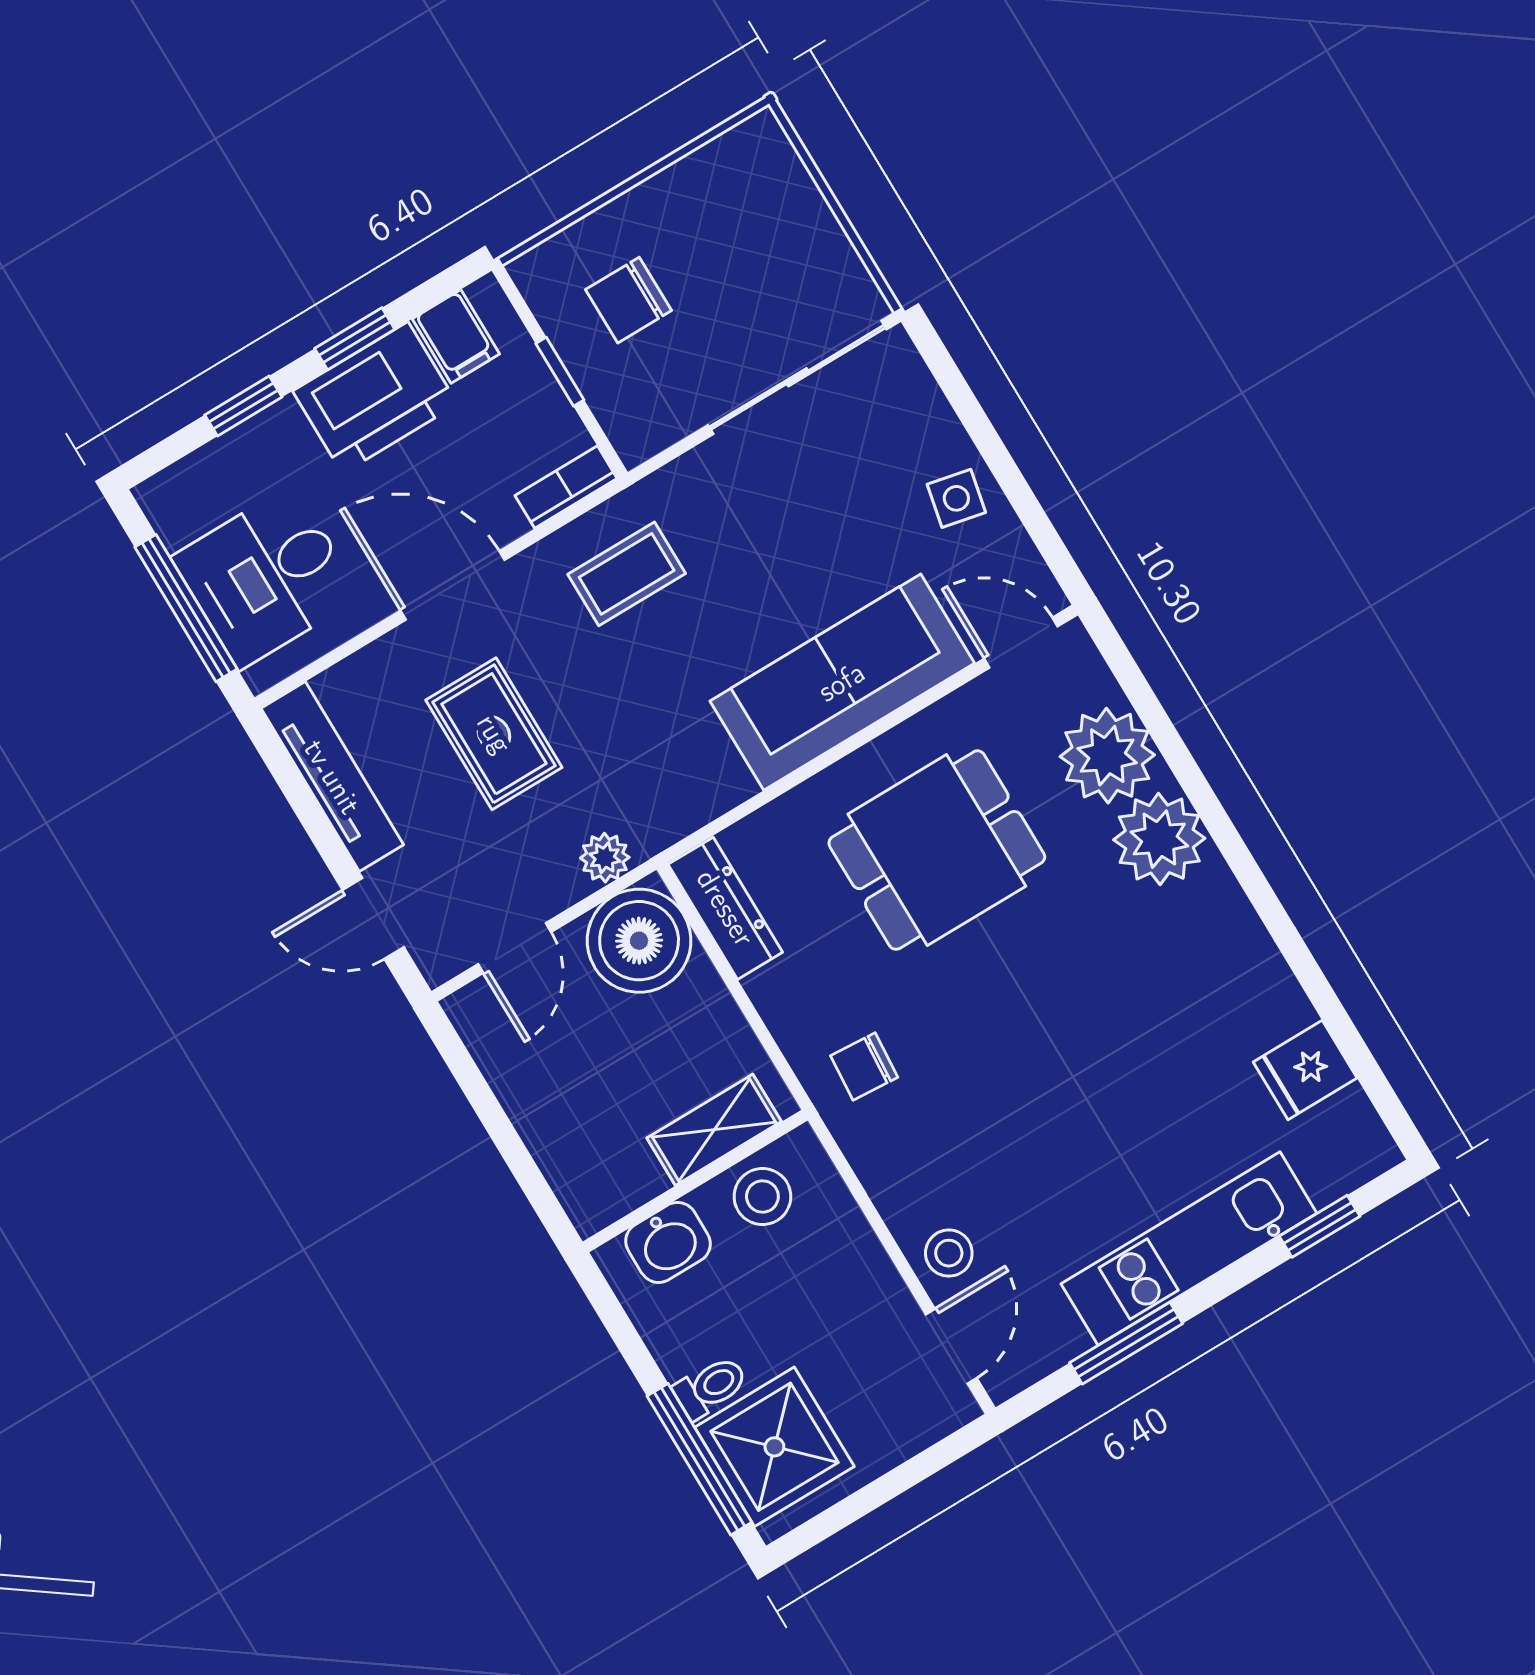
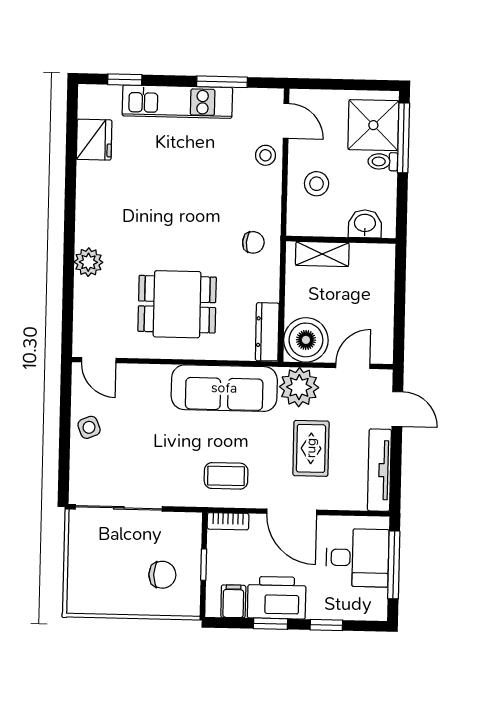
side table: (956, 498) -> (89, 427), turned -34
sofa: (842, 682) -> (224, 388), moved
plant: (1107, 756) -> (94, 299), removed
plant: (1159, 839) -> (88, 262), width x0.73, depth x0.73
plant: (605, 858) -> (299, 387), width x1.88, depth x1.88
fridge: (1305, 1070) -> (94, 140), width x1.38
stool: (762, 1196) -> (317, 184), moved
door: (951, 1346) -> (286, 121), swing flipped

